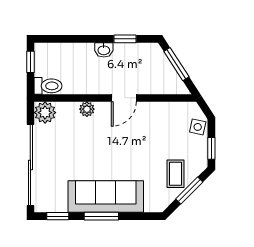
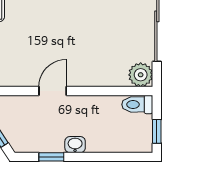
plant: (87, 109) -> (94, 78), removed

